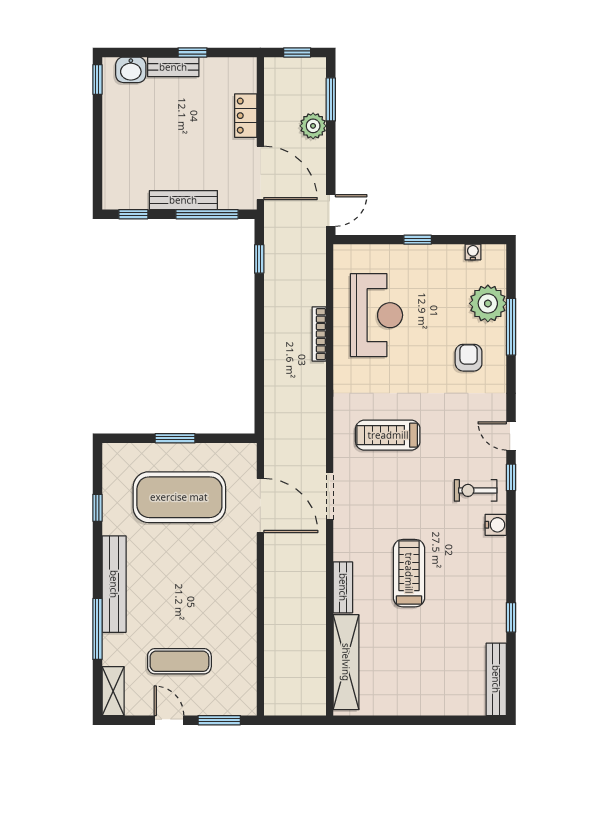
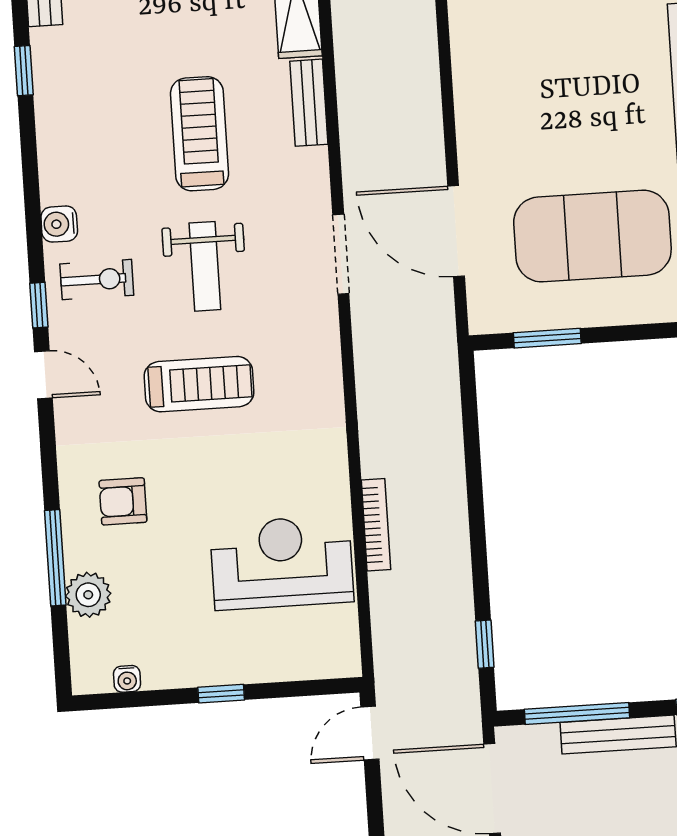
plant: (488, 303) -> (88, 595), width x0.73, depth x0.73
reception desk: (377, 315) -> (282, 563), turned 90
armchair: (469, 358) -> (123, 501), turned 90
treadmill: (388, 435) -> (199, 384), moved
window: (175, 438) -> (547, 338), moved
weight bench: (411, 494) -> (205, 266), added
treadmill: (409, 573) -> (199, 134), turned 180

